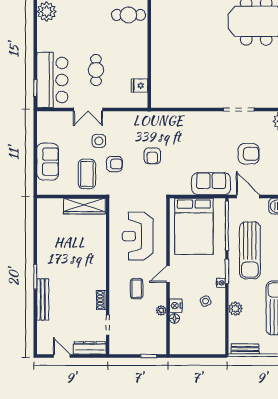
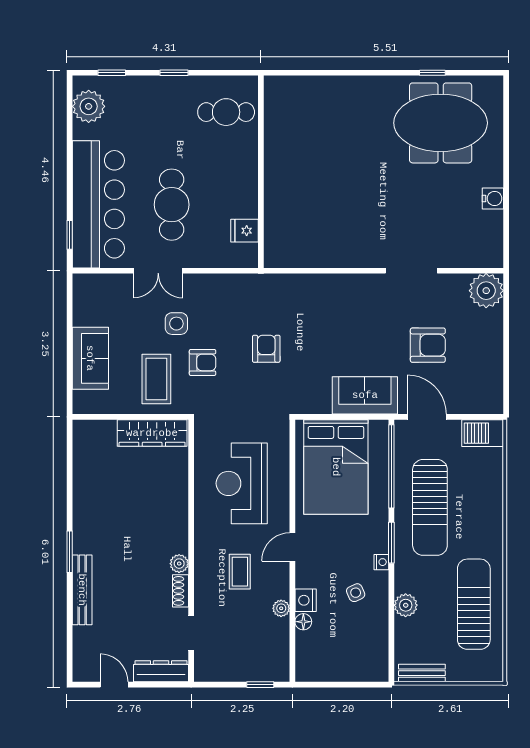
cafe table: (96, 70) -> (172, 205), width x1.37, depth x1.35
bar counter: (52, 80) -> (98, 204), width x1.36
armchair: (152, 156) -> (266, 349), turned 180
plant: (100, 284) -> (179, 564), added

